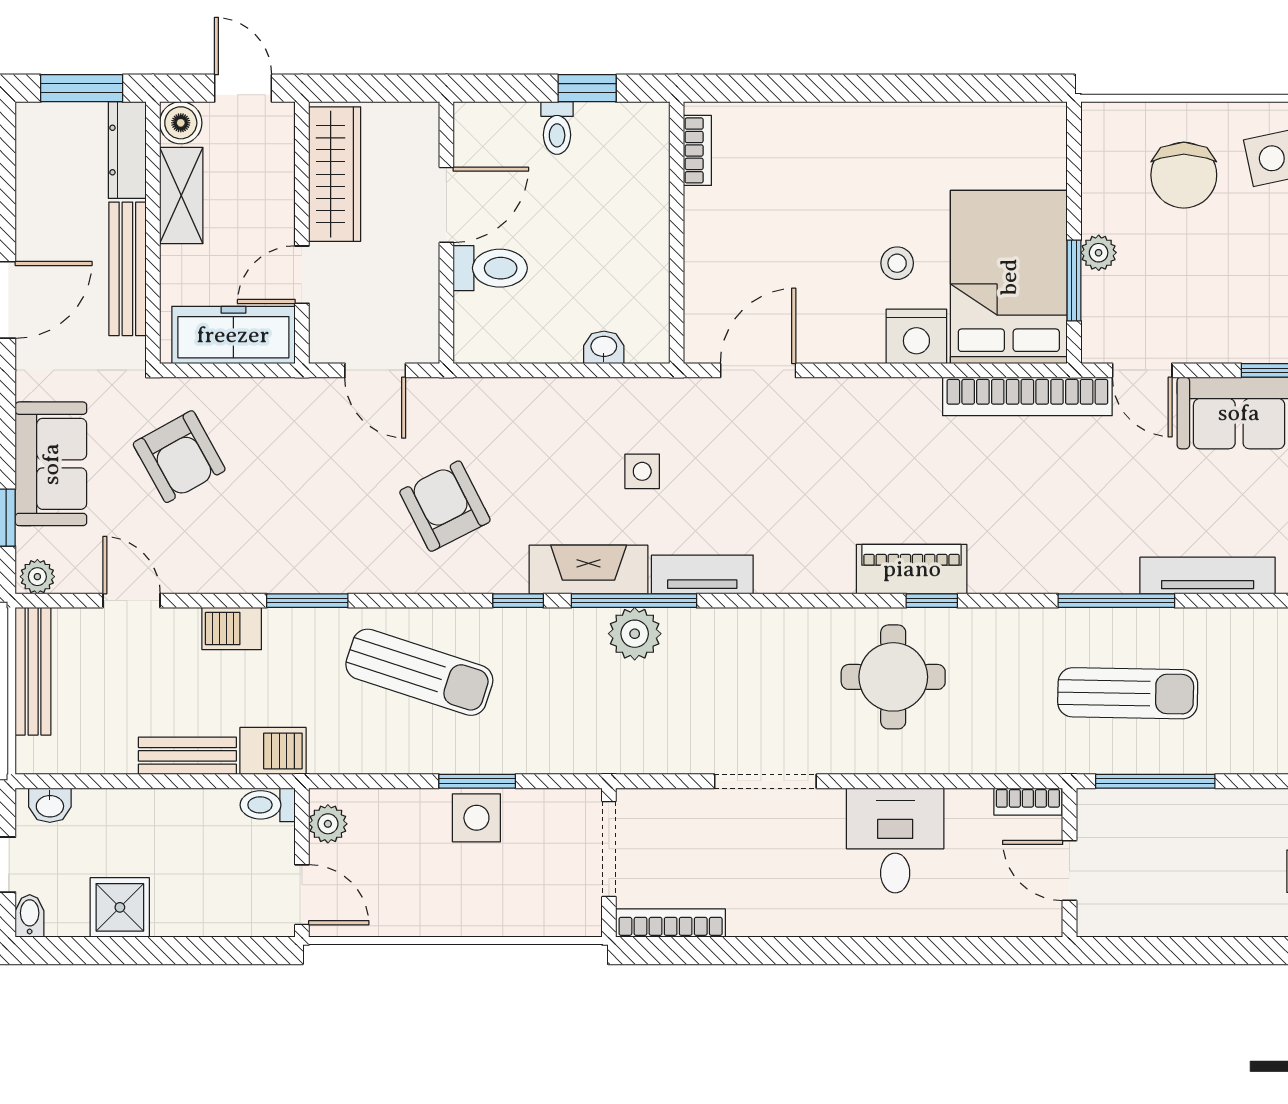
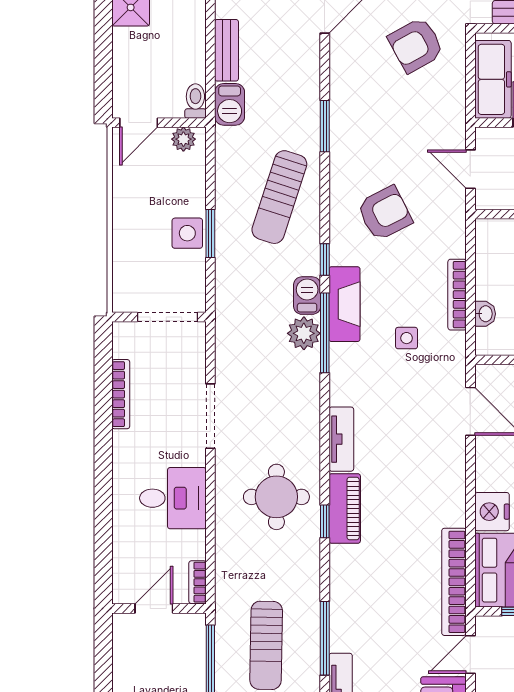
door: (375, 370) -> (470, 169), hinge flipped
bookcase: (574, 392) -> (457, 295), added
tv unit: (702, 574) -> (341, 439), moved
barbecue: (232, 629) -> (307, 296), moved
bookcase: (671, 923) -> (121, 394), moved

